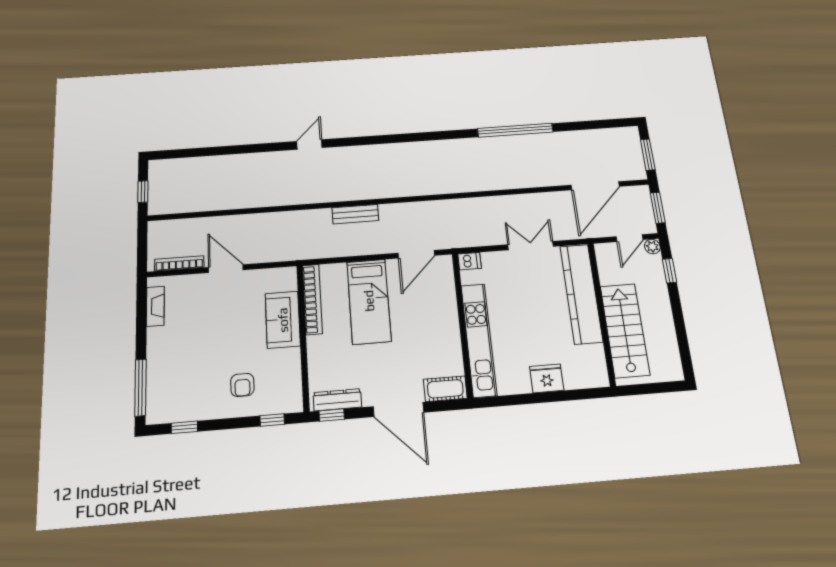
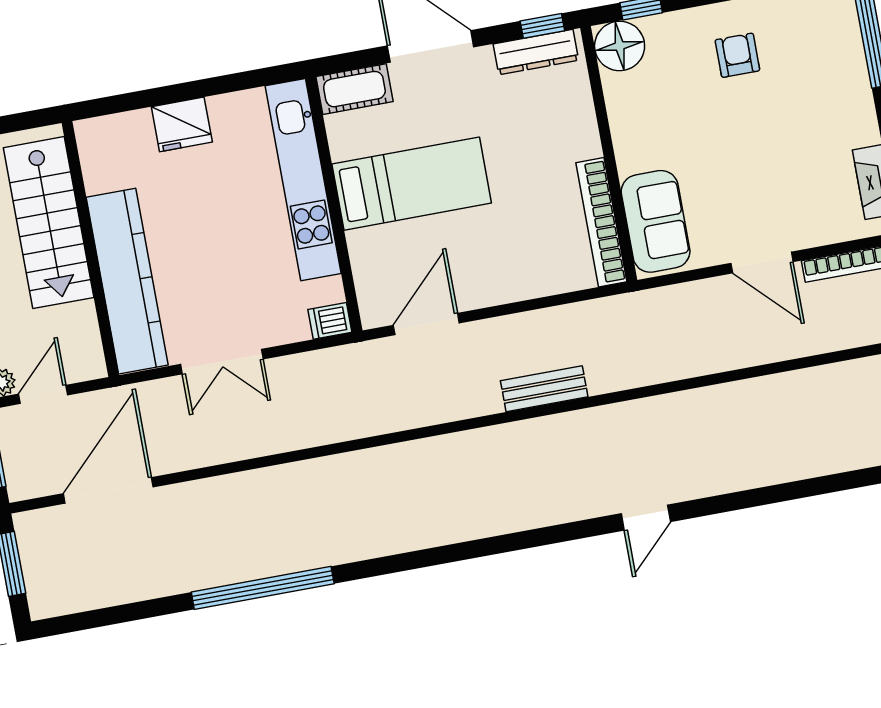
bed: (369, 301) -> (412, 184), moved, turned 90
sofa: (283, 320) -> (656, 221), moved
armchair: (242, 385) -> (737, 55), moved
floor lamp: (288, 399) -> (620, 46), added

